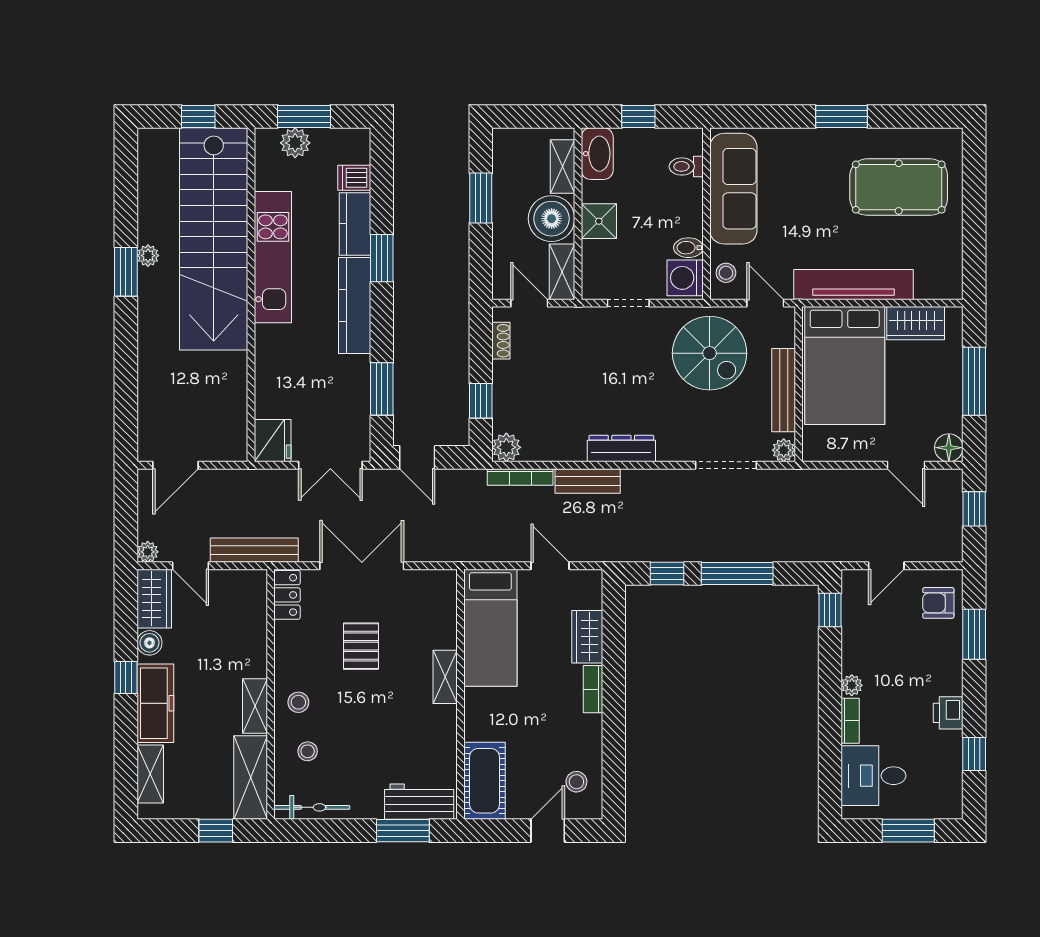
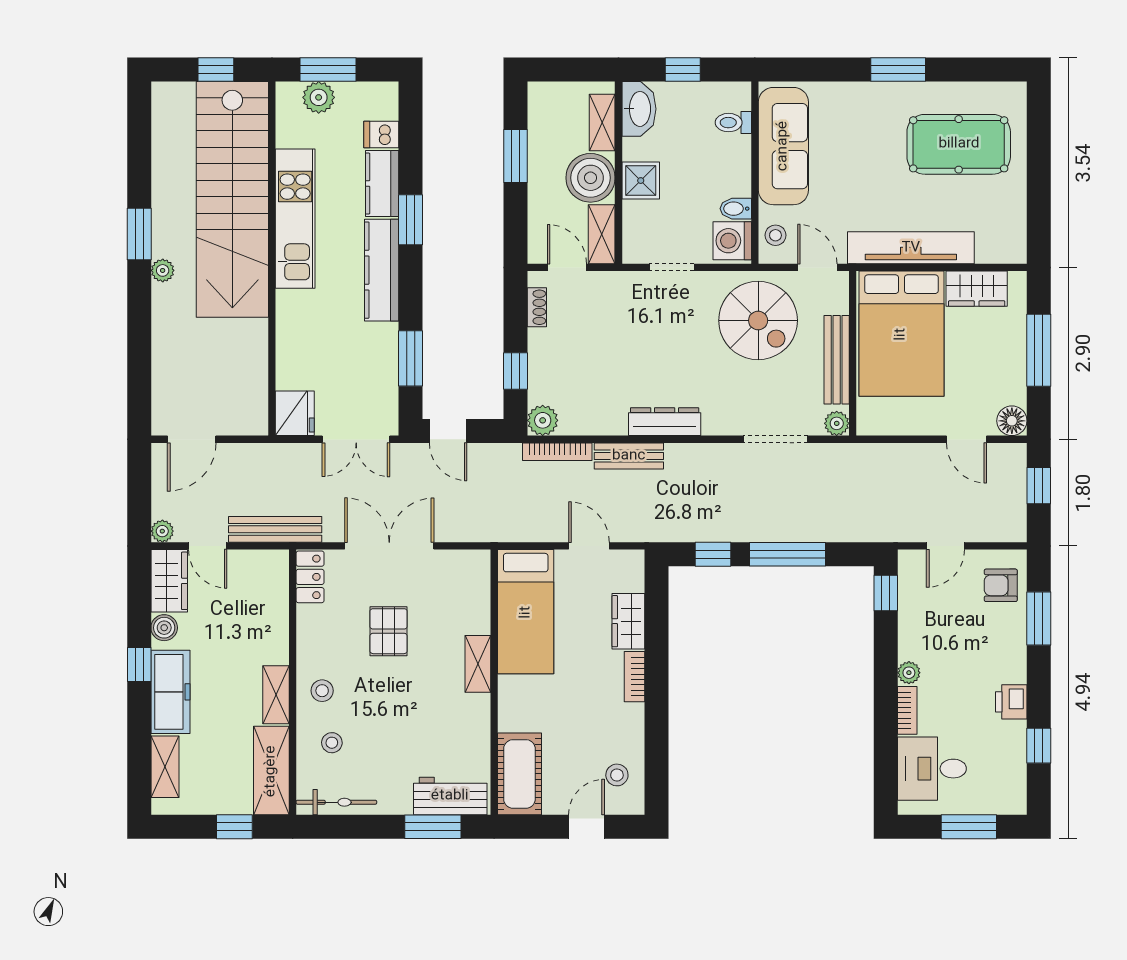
plant: (148, 256) -> (163, 270), moved

